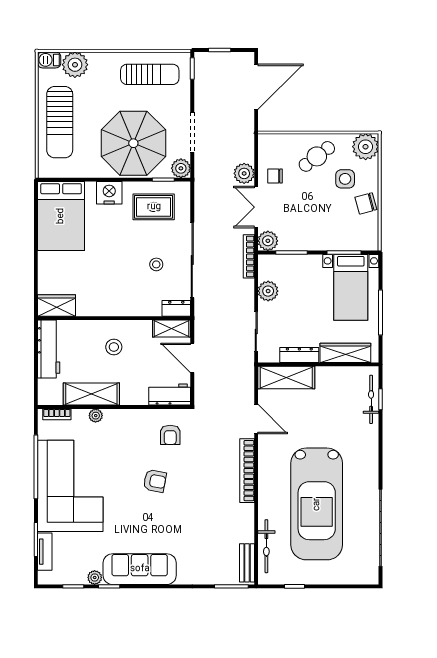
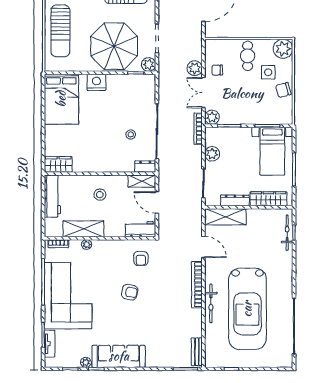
cafe table: (317, 156) -> (248, 56), turned -53
rug: (154, 207) -> (129, 93), removed
bicycle: (266, 546) -> (211, 303), moved

